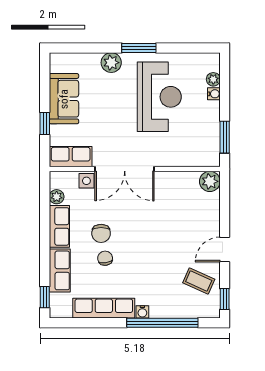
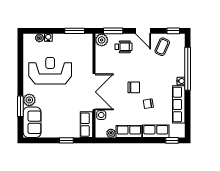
window: (139, 48) -> (20, 106), moved
sofa: (64, 99) -> (32, 122), moved, turned 90
window: (225, 200) -> (113, 31), added
wheelchair: (199, 217) -> (123, 47), added
chair: (101, 233) -> (134, 87), moved

